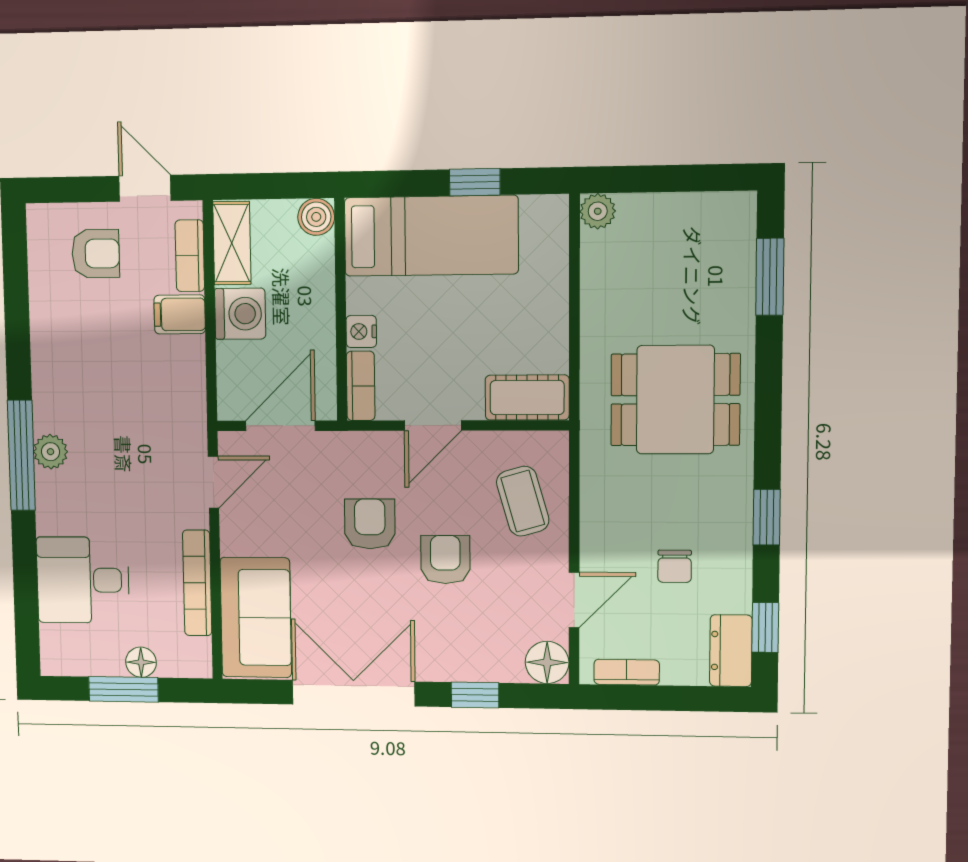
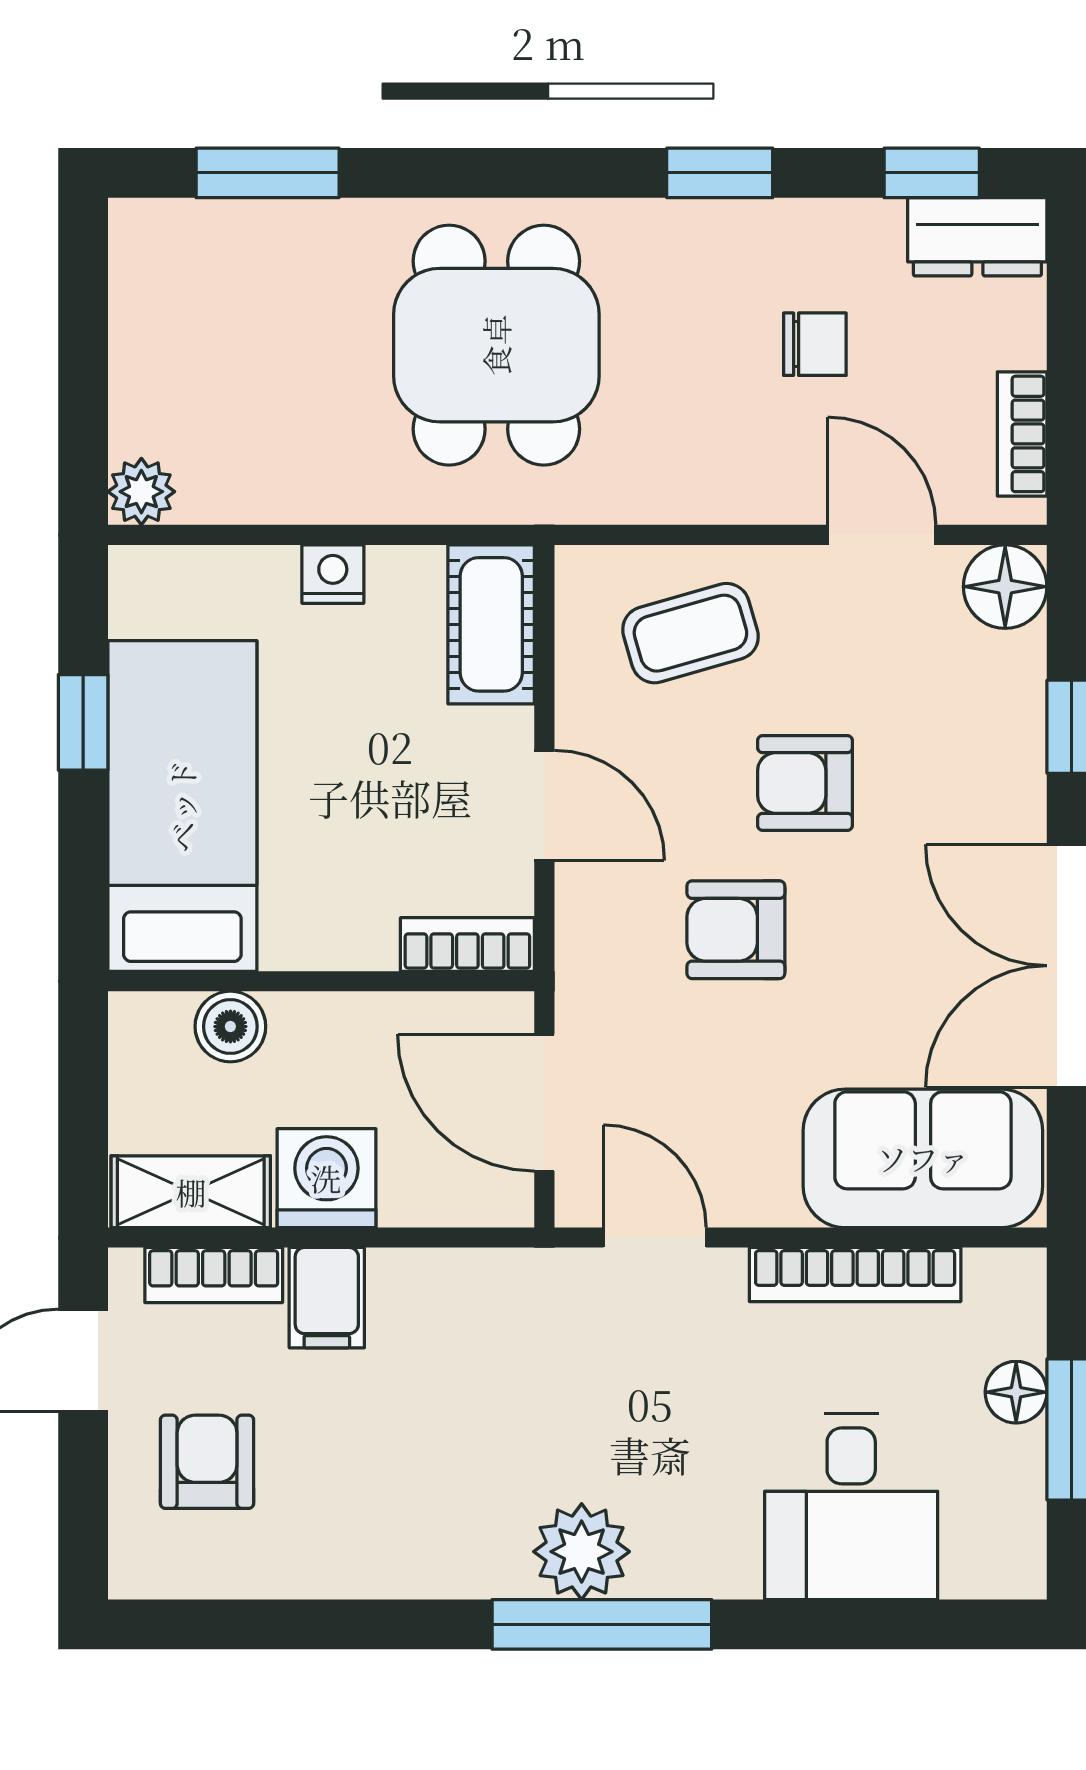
boiler: (316, 217) -> (230, 1027), moved
nightstand: (361, 331) -> (333, 574), moved, turned 180
plant: (50, 452) -> (582, 1552), width x1.38, depth x1.38

